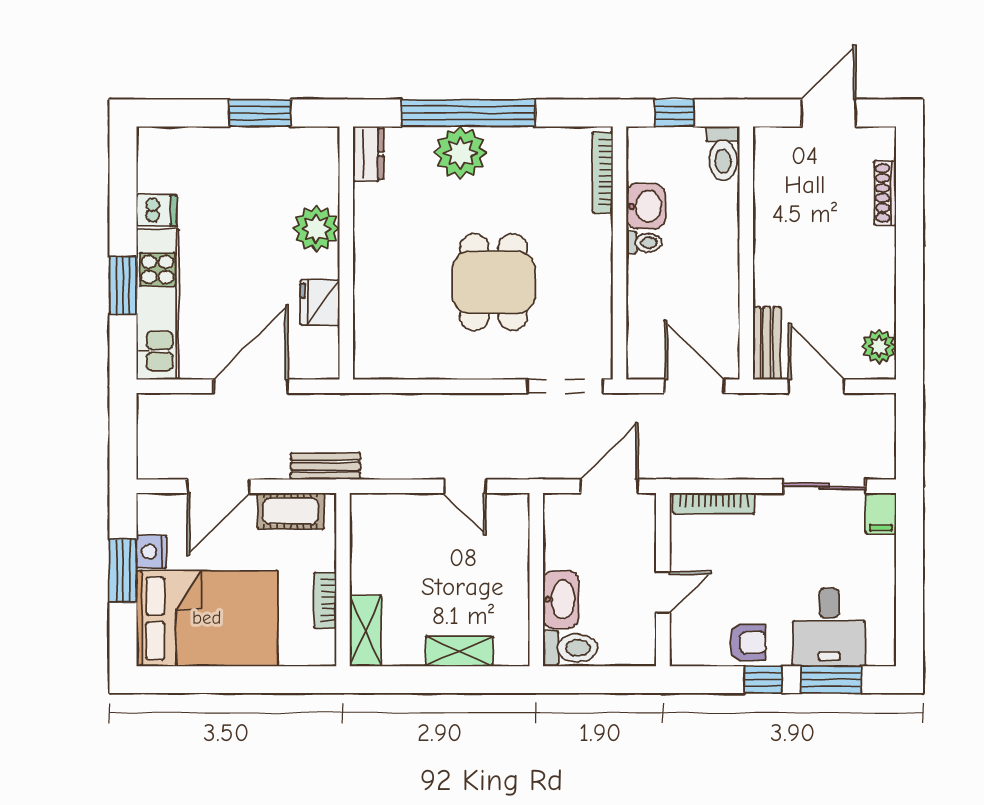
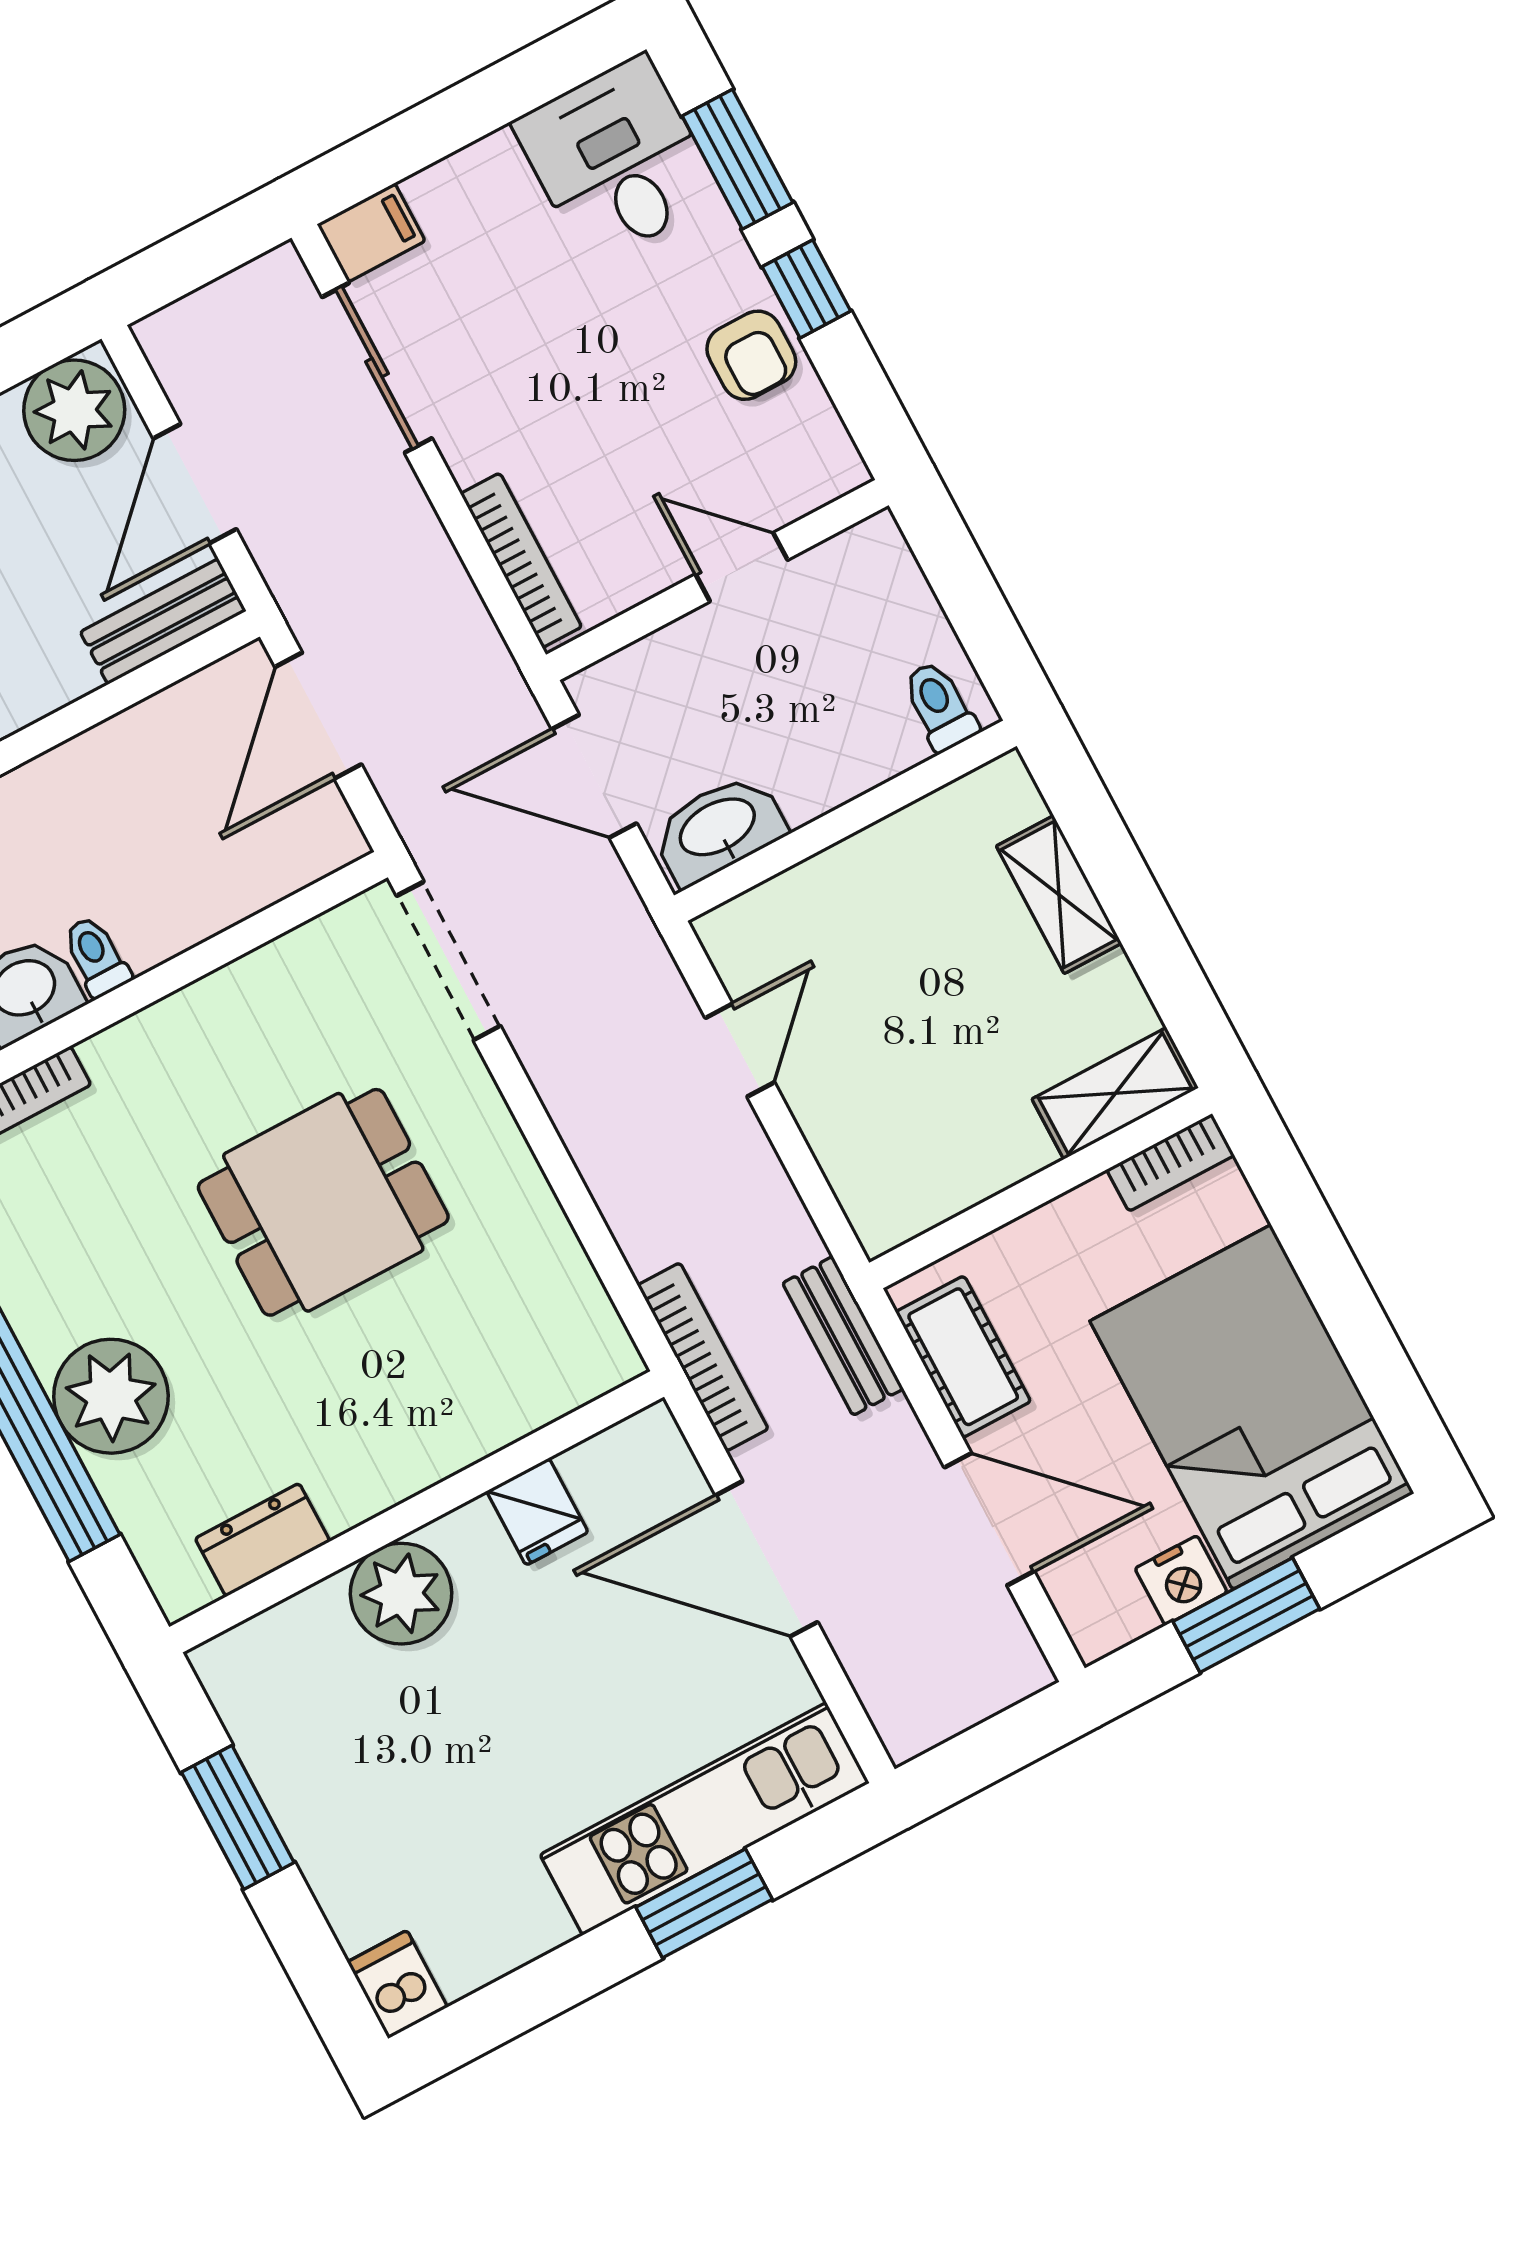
dresser: (368, 154) -> (263, 1540), moved
dishwasher: (157, 210) -> (397, 1984), moved
fridge: (320, 303) -> (537, 1512), width x0.72
plant: (879, 347) -> (74, 410), width x1.36, depth x1.36
bookcase: (347, 404) -> (703, 1357), added
bookcase: (325, 600) -> (1170, 1162), moved
washbasin: (561, 600) -> (718, 829), moved
desk: (829, 627) -> (617, 160), moved, turned -90
armchair: (748, 643) -> (751, 355), turned 180
toilet: (570, 648) -> (940, 706), width x0.73, depth x0.72

